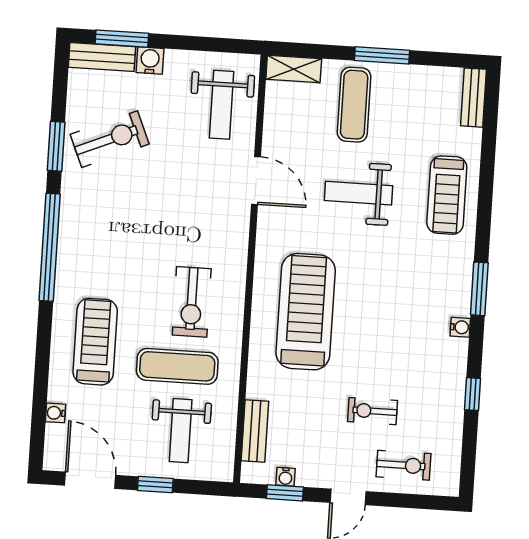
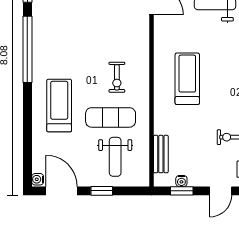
exercise bike: (192, 302) -> (117, 77), width x0.73, depth x0.72
treadmill: (306, 312) -> (187, 79), width x0.73, depth x0.73
water cooler: (55, 413) -> (38, 179), moved

